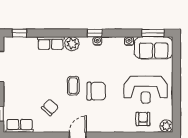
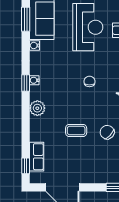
row of seats: (51, 43) -> (37, 157), moved
coffee table: (73, 86) -> (76, 130), moved
chair: (96, 91) -> (89, 81), width x0.54, depth x0.54

